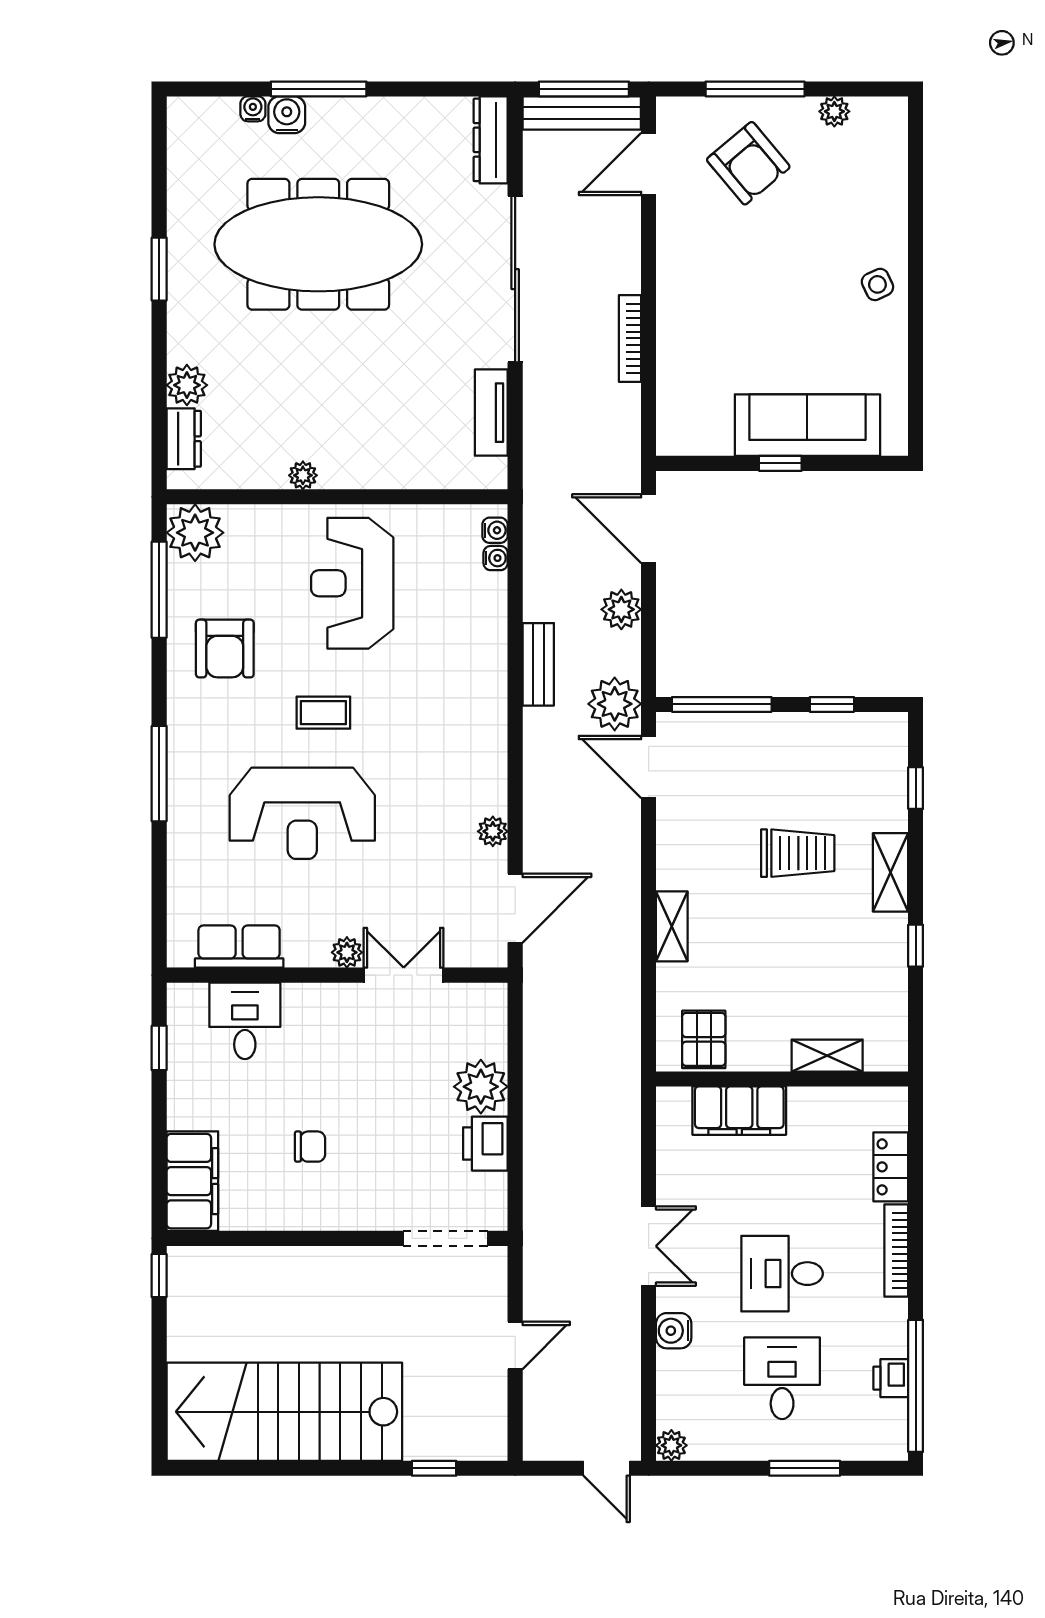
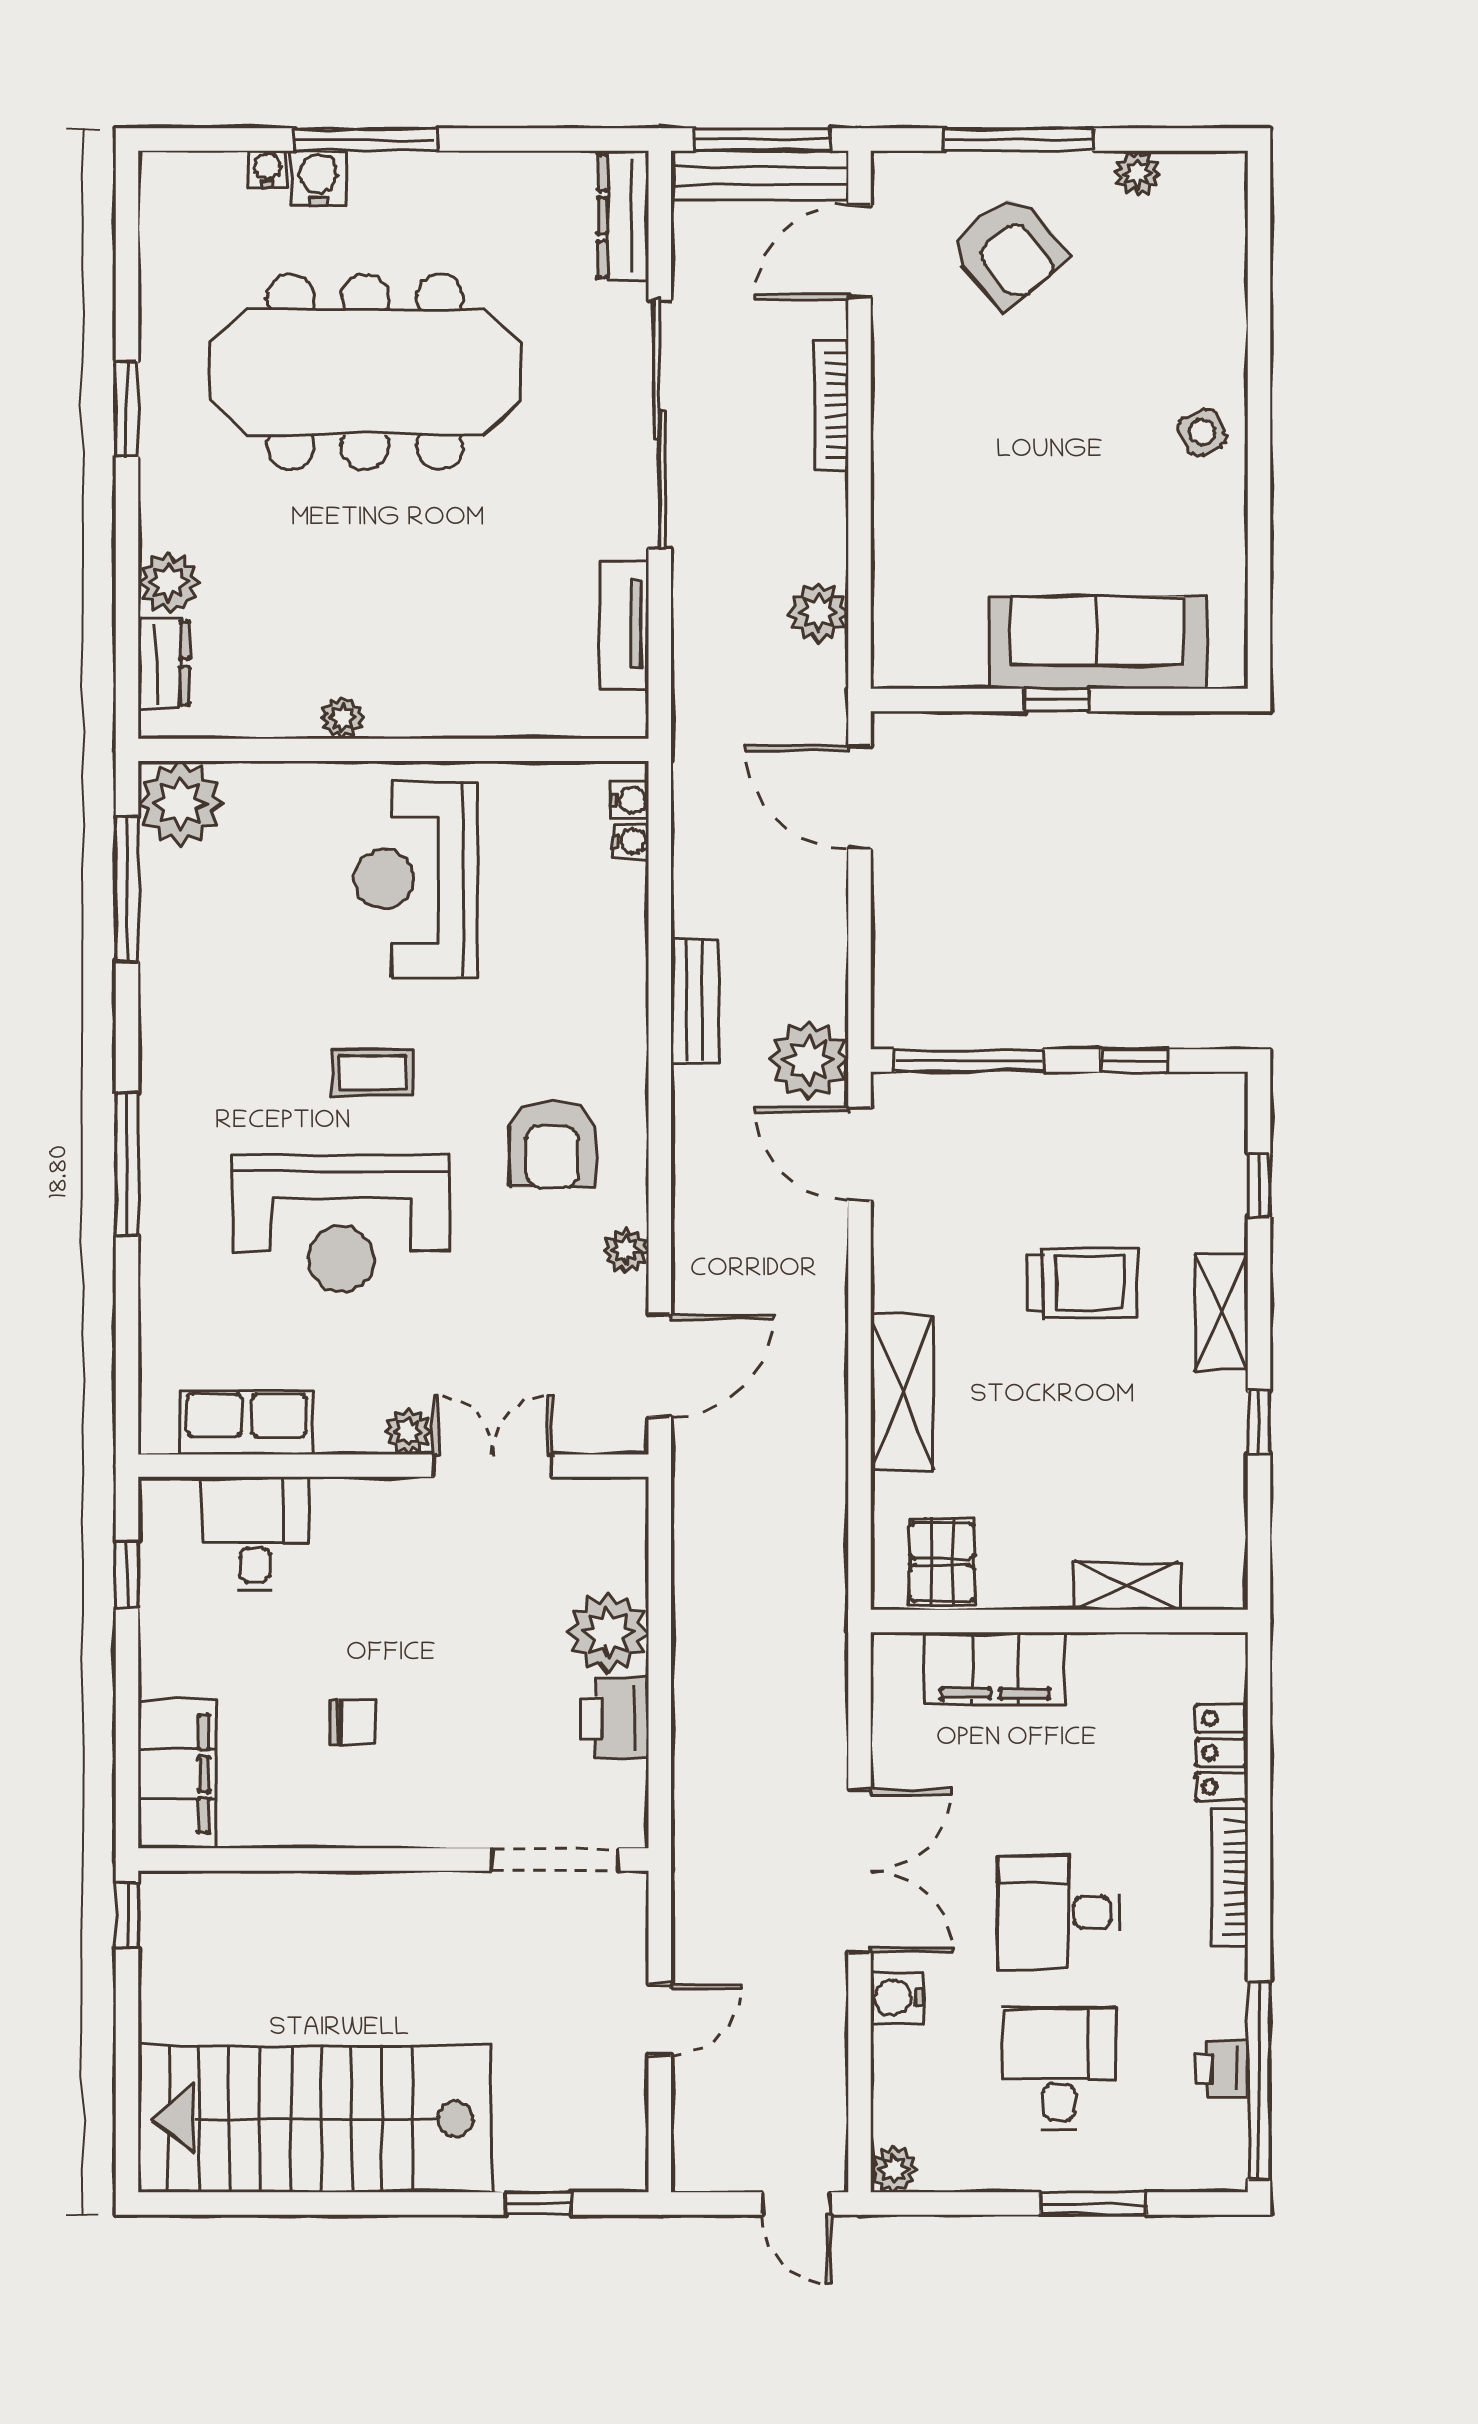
bookcase: (630, 338) -> (832, 405), moved
plant: (621, 609) -> (819, 612), moved
armchair: (225, 649) -> (552, 1145), moved
shelving: (672, 926) -> (902, 1393), width x1.50, depth x1.33
double door: (649, 1246) -> (859, 1871), width x1.37

